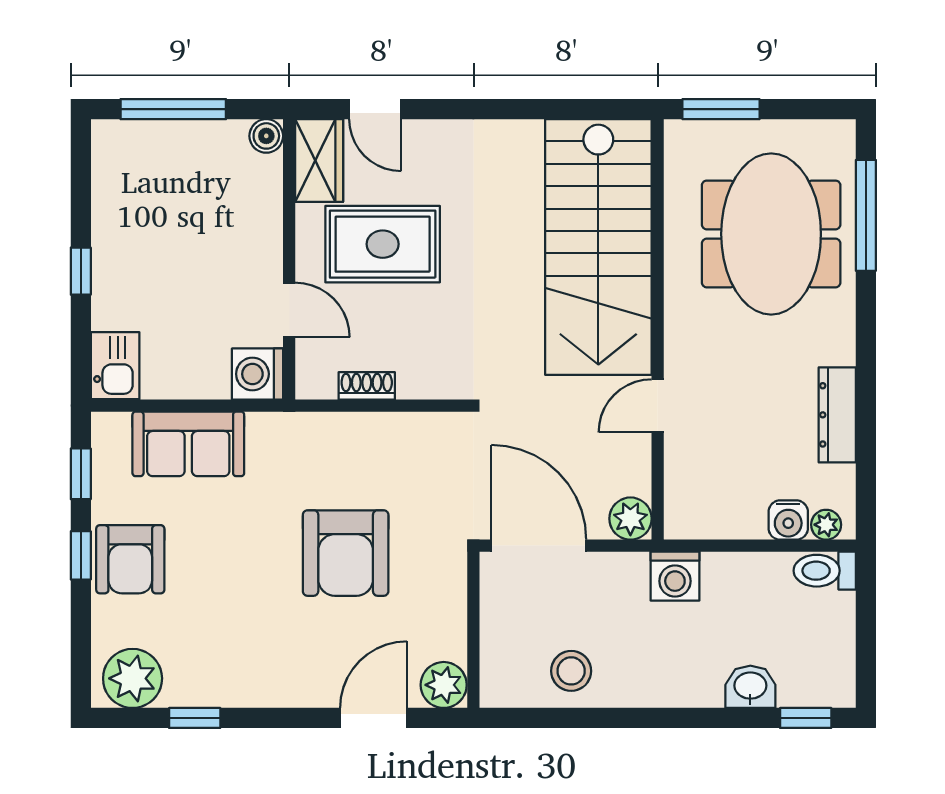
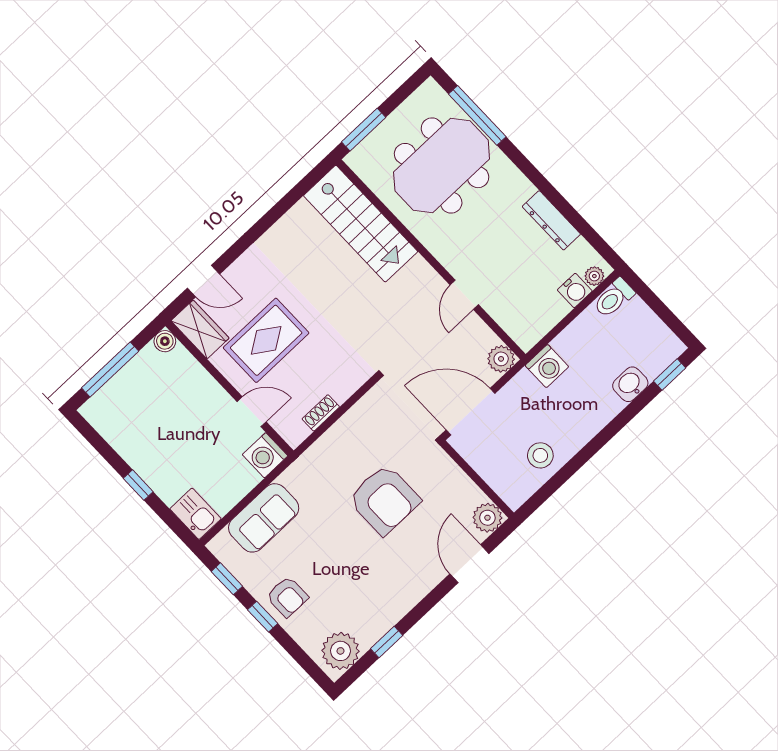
meeting table: (771, 234) -> (442, 166), turned 90
stairs: (598, 247) -> (361, 224), width x0.73, depth x0.66
armchair: (130, 559) -> (287, 597), width x0.72, depth x0.72

